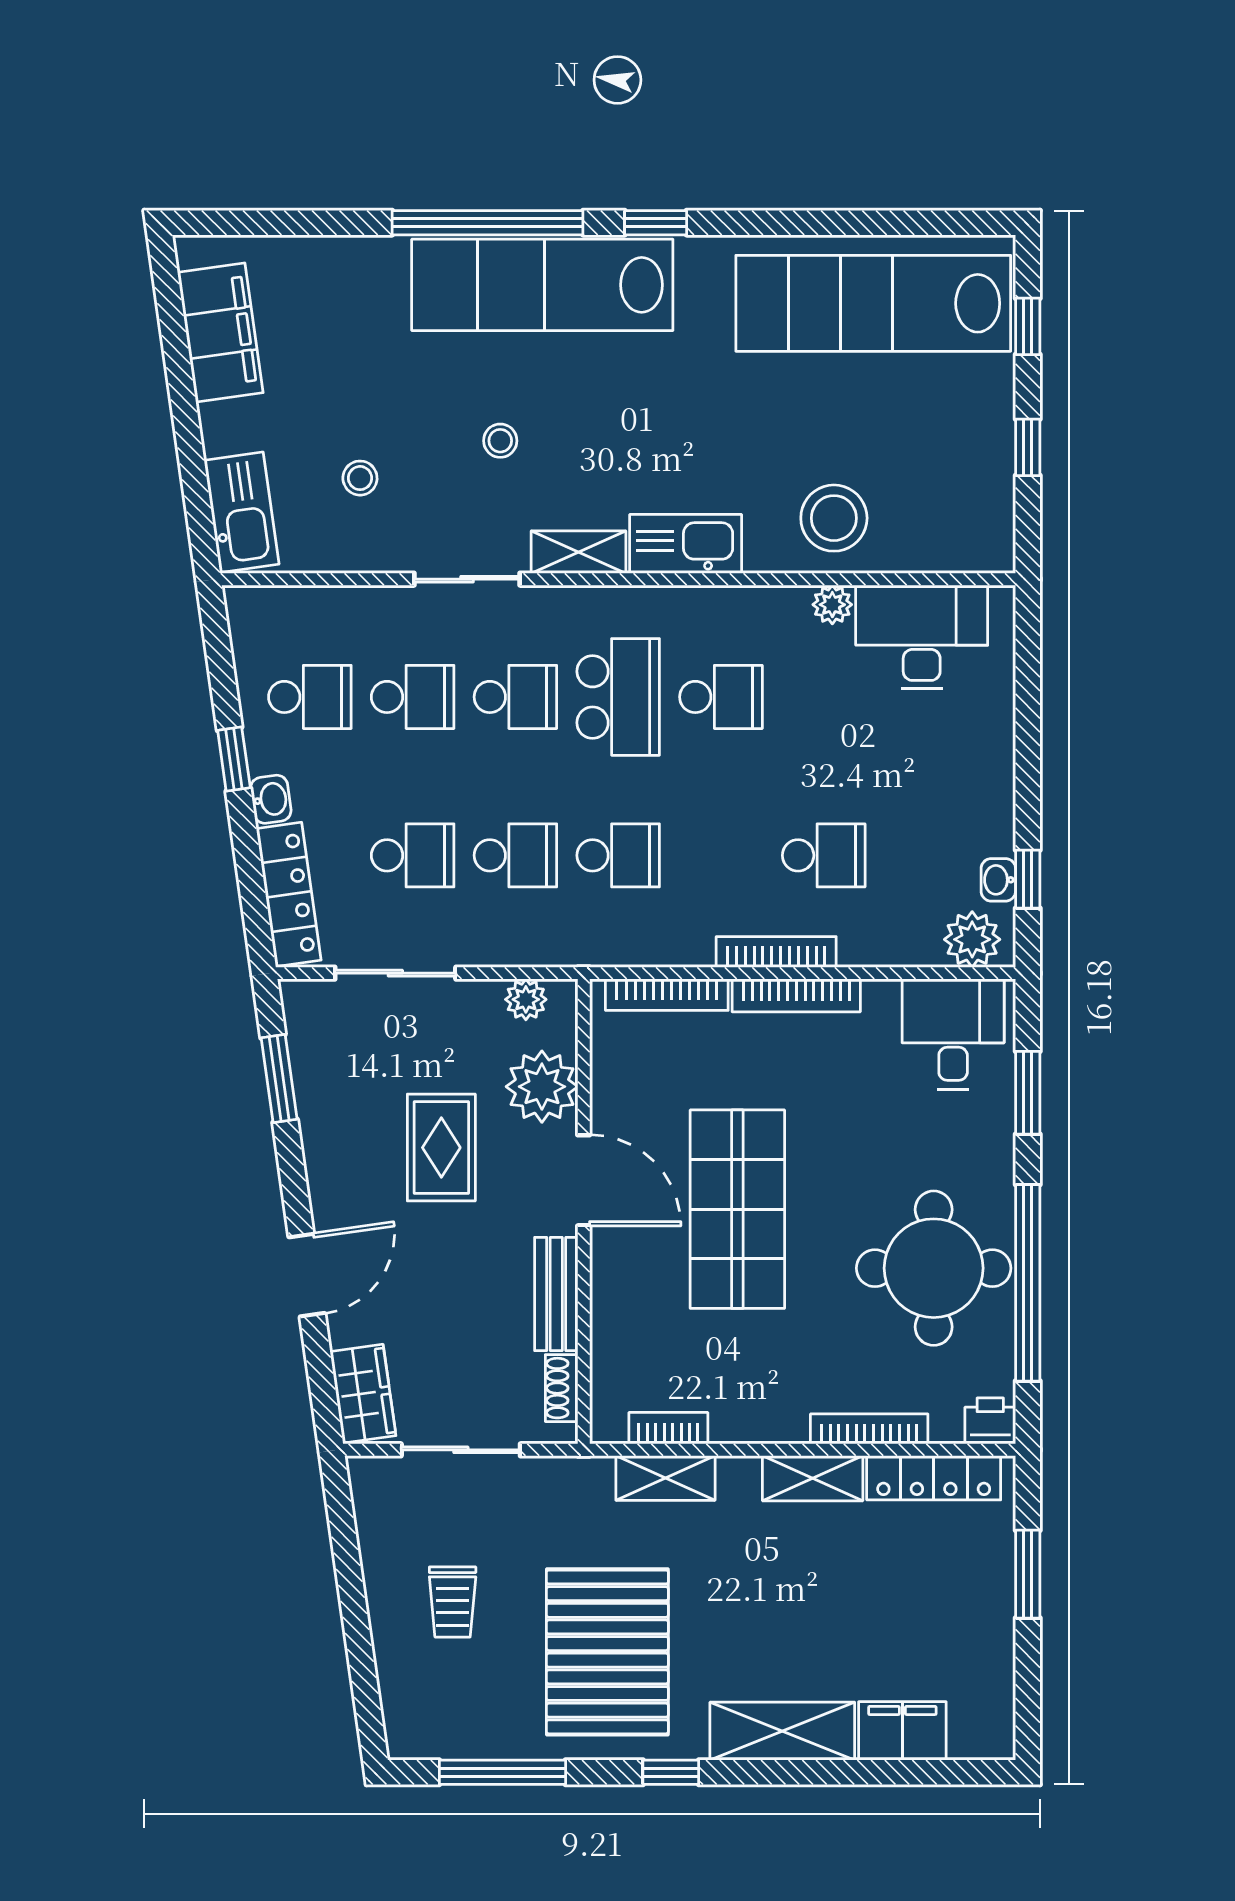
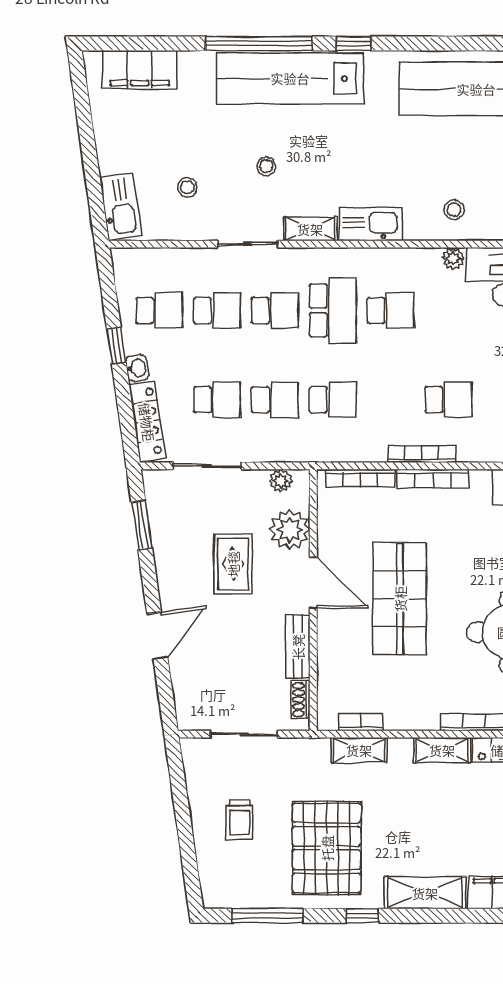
filing cabinet: (220, 332) -> (140, 69), moved, turned 98
stool: (834, 518) -> (454, 210), width x0.53, depth x0.53
wardrobe: (363, 1394) -> (189, 703), removed

